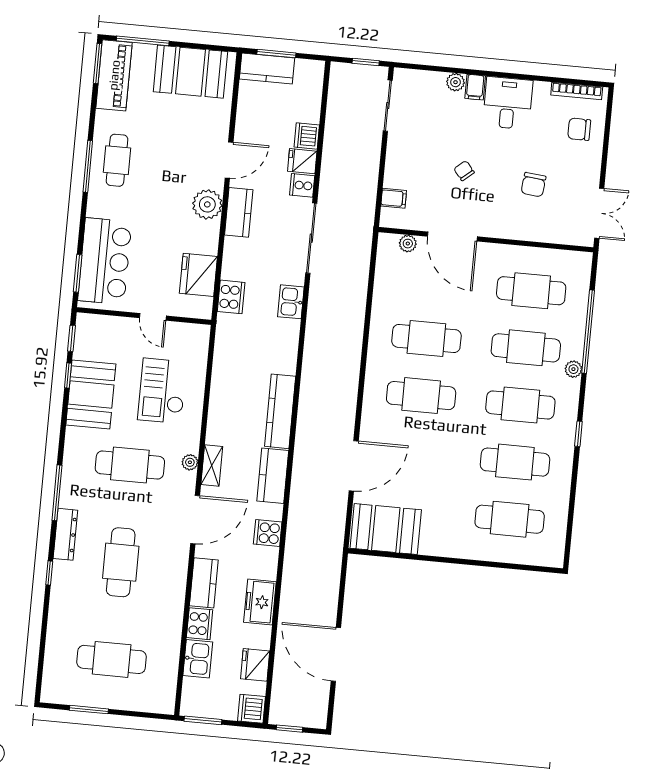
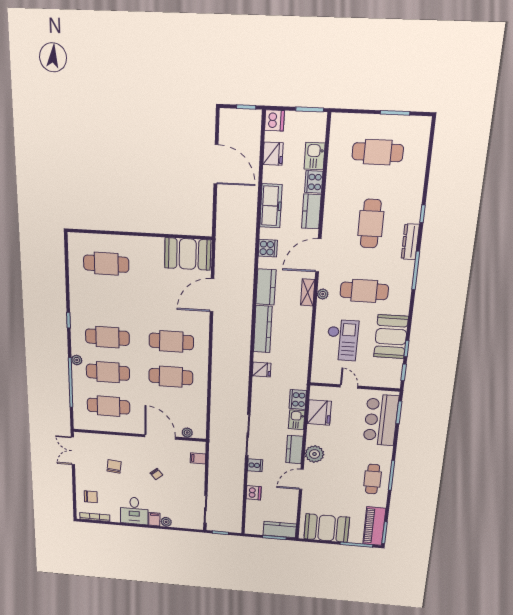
fridge: (302, 161) -> (262, 369), moved
kitchen sink: (291, 302) -> (297, 420), moved, turned 180
cafe table: (515, 462) -> (107, 301), removed
freezer: (260, 602) -> (271, 206), width x1.40

